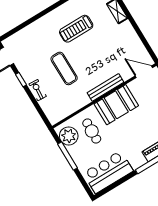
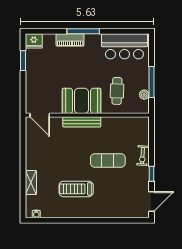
treadmill: (76, 29) -> (76, 189), turned 180
exercise mat: (64, 68) -> (108, 160), turned 90
plant: (69, 136) -> (144, 95), width x0.53, depth x0.53

